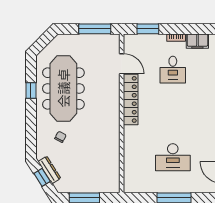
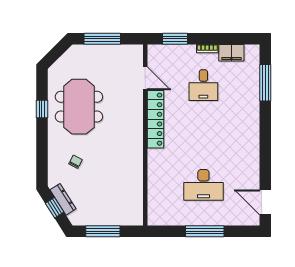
window: (95, 29) -> (102, 39), moved
meeting table: (63, 88) -> (79, 107), width x0.73

